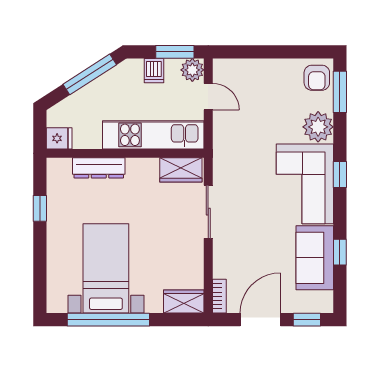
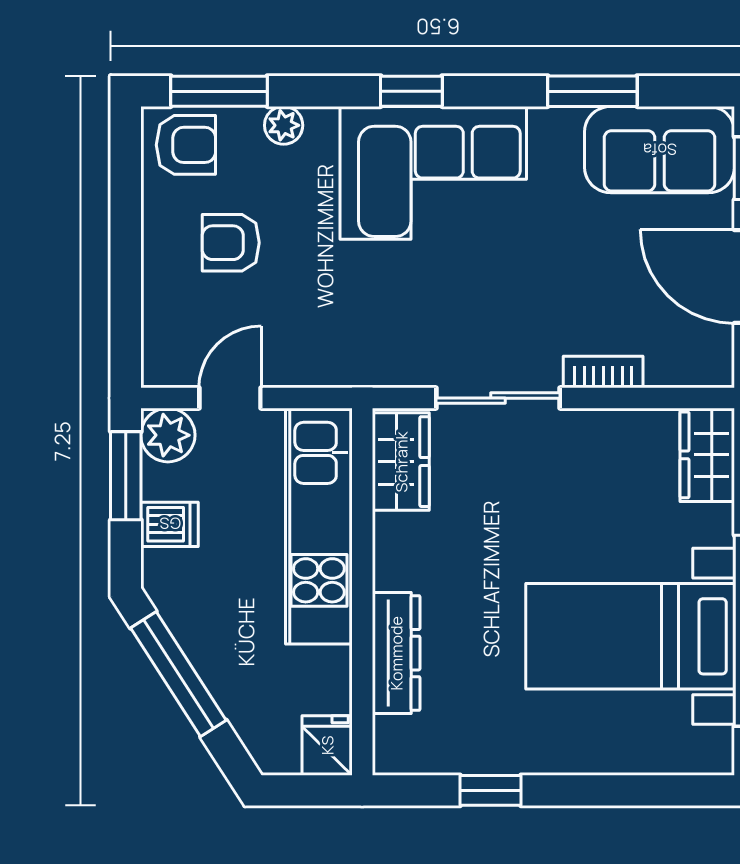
armchair: (275, 97) -> (231, 243), added
plant: (318, 127) -> (284, 125), width x0.53, depth x0.53
window: (340, 252) -> (592, 91), width x1.50
sofa: (315, 258) -> (660, 150), moved
bookcase: (219, 296) -> (603, 372), moved

